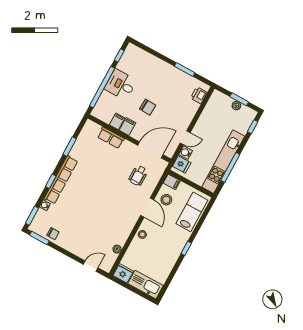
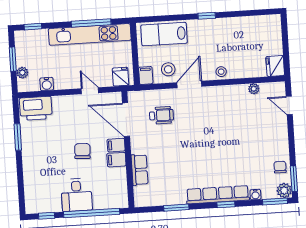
printer: (199, 95) -> (36, 108), width x1.87, depth x1.48
plant: (236, 106) -> (22, 73), moved
filing cabinet: (117, 121) -> (116, 145), moved
water cooler: (186, 153) -> (47, 84), moved
plant: (35, 226) -> (284, 190), added
kitchen sink: (146, 285) -> (272, 35), removed

